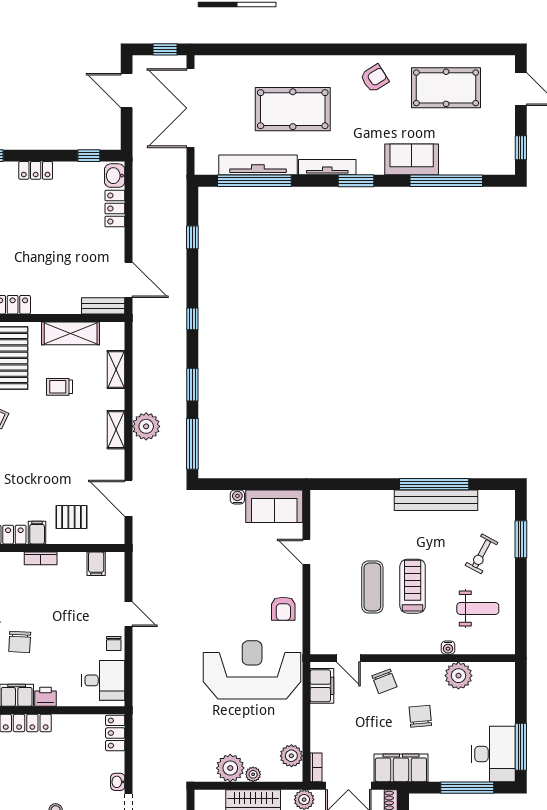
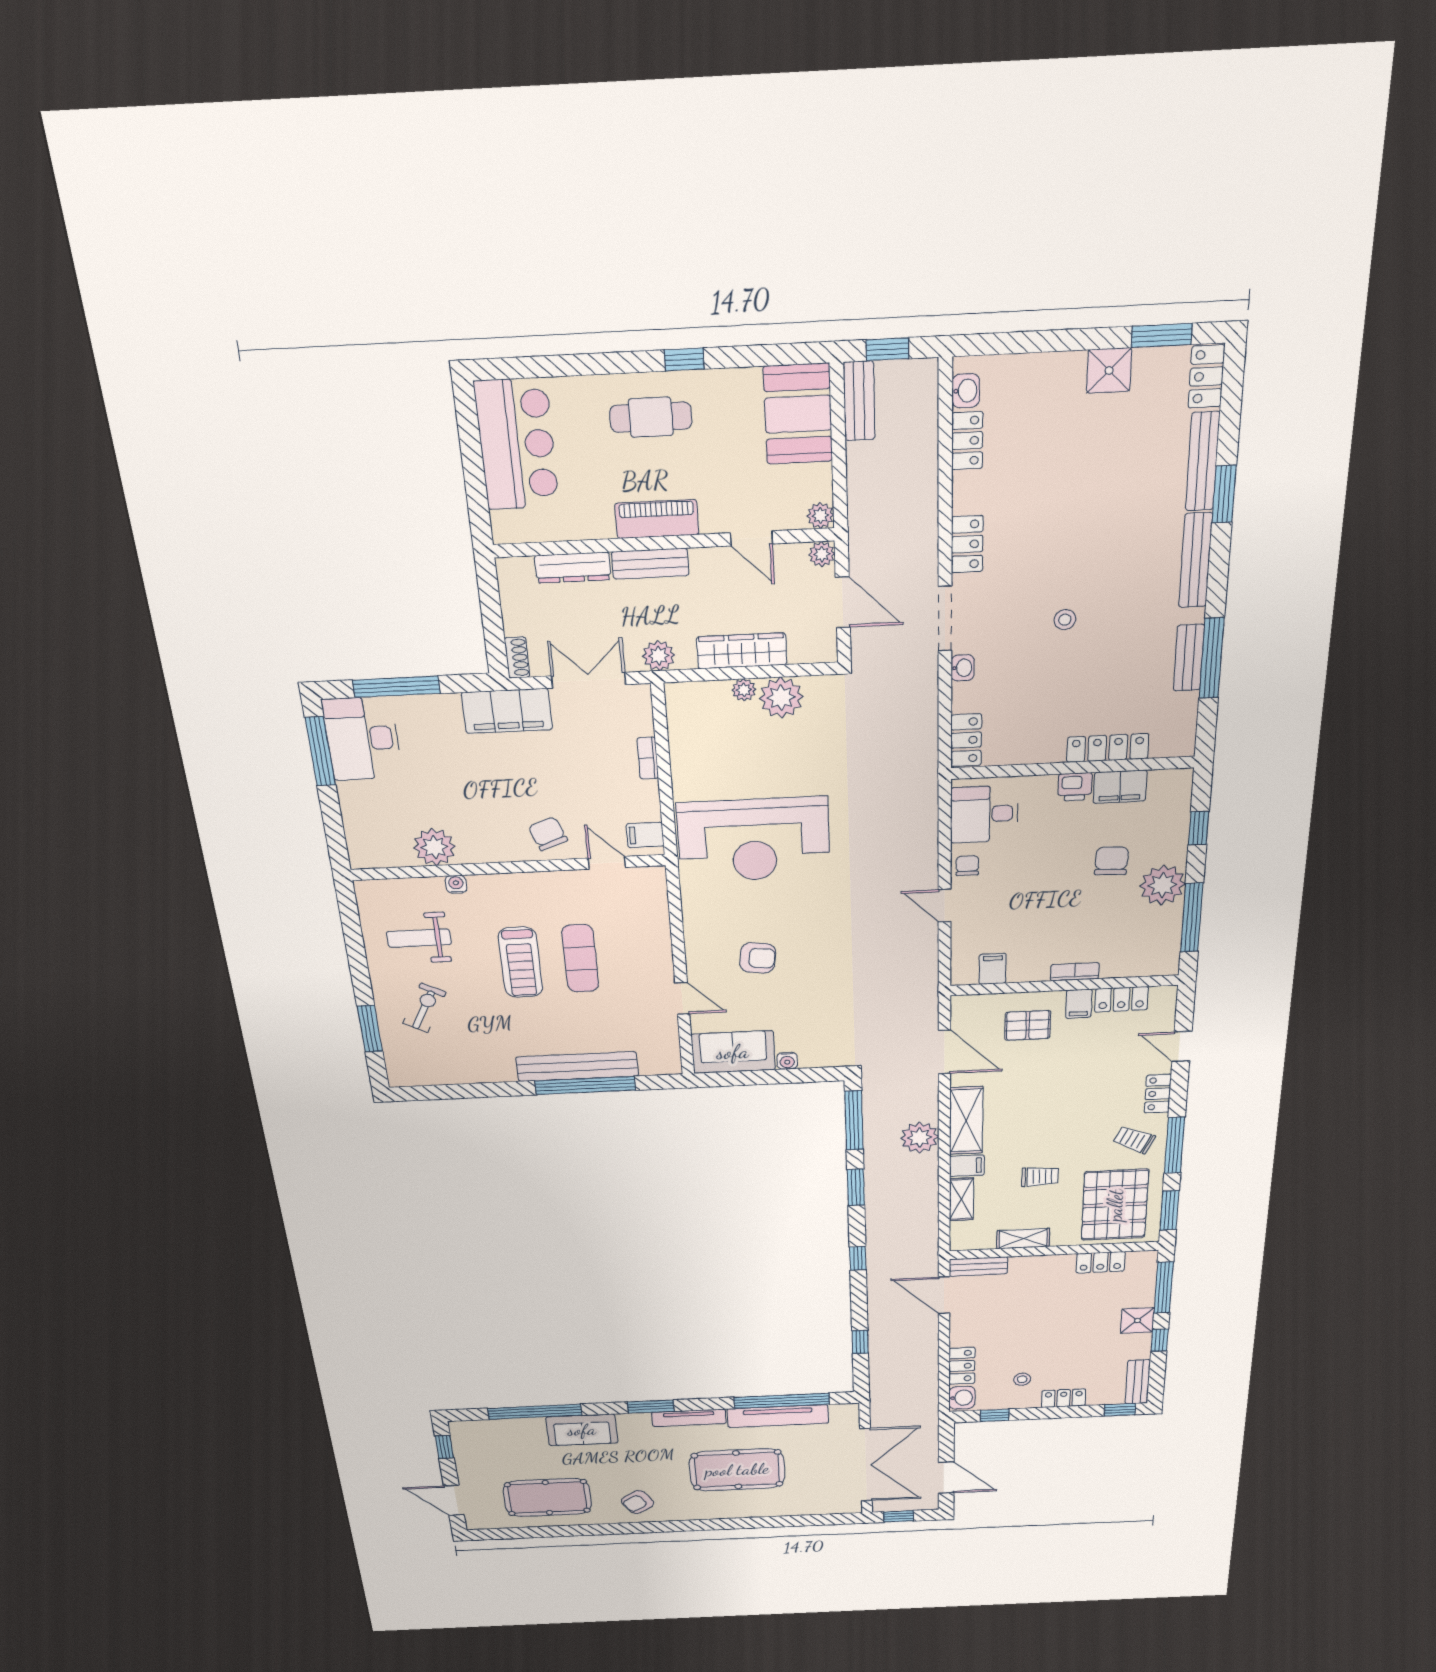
stool: (68, 192) -> (1022, 1379), added
shelving: (71, 333) -> (1023, 1239), width x0.67, depth x0.75
filing cabinet: (112, 399) -> (967, 1166), added
shelving: (116, 430) -> (966, 1121), width x1.50, depth x1.33
window: (434, 484) -> (585, 1085), moved
bench: (436, 500) -> (577, 1067), moved
armchair: (283, 609) -> (758, 958), moved, turned 97
filing cabinet: (322, 686) -> (645, 835), width x0.50
chair: (420, 716) -> (486, 787), removed
plant: (291, 756) -> (684, 720), removed
bookcase: (316, 767) -> (648, 758), moved

